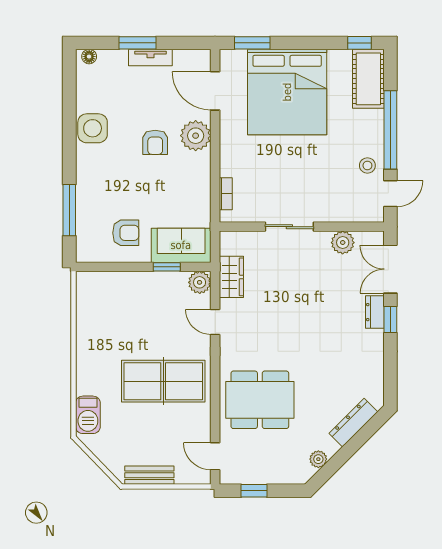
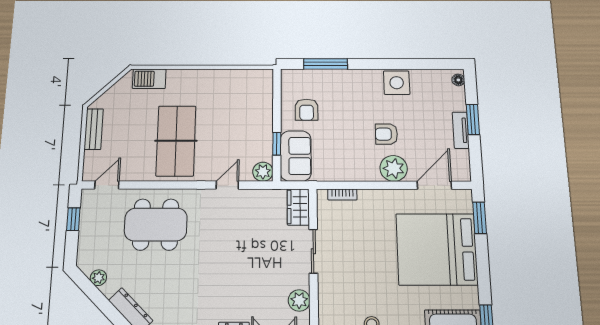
wardrobe: (231, 277) -> (298, 207), moved, turned 90
dining table: (260, 400) -> (156, 224), turned 90

